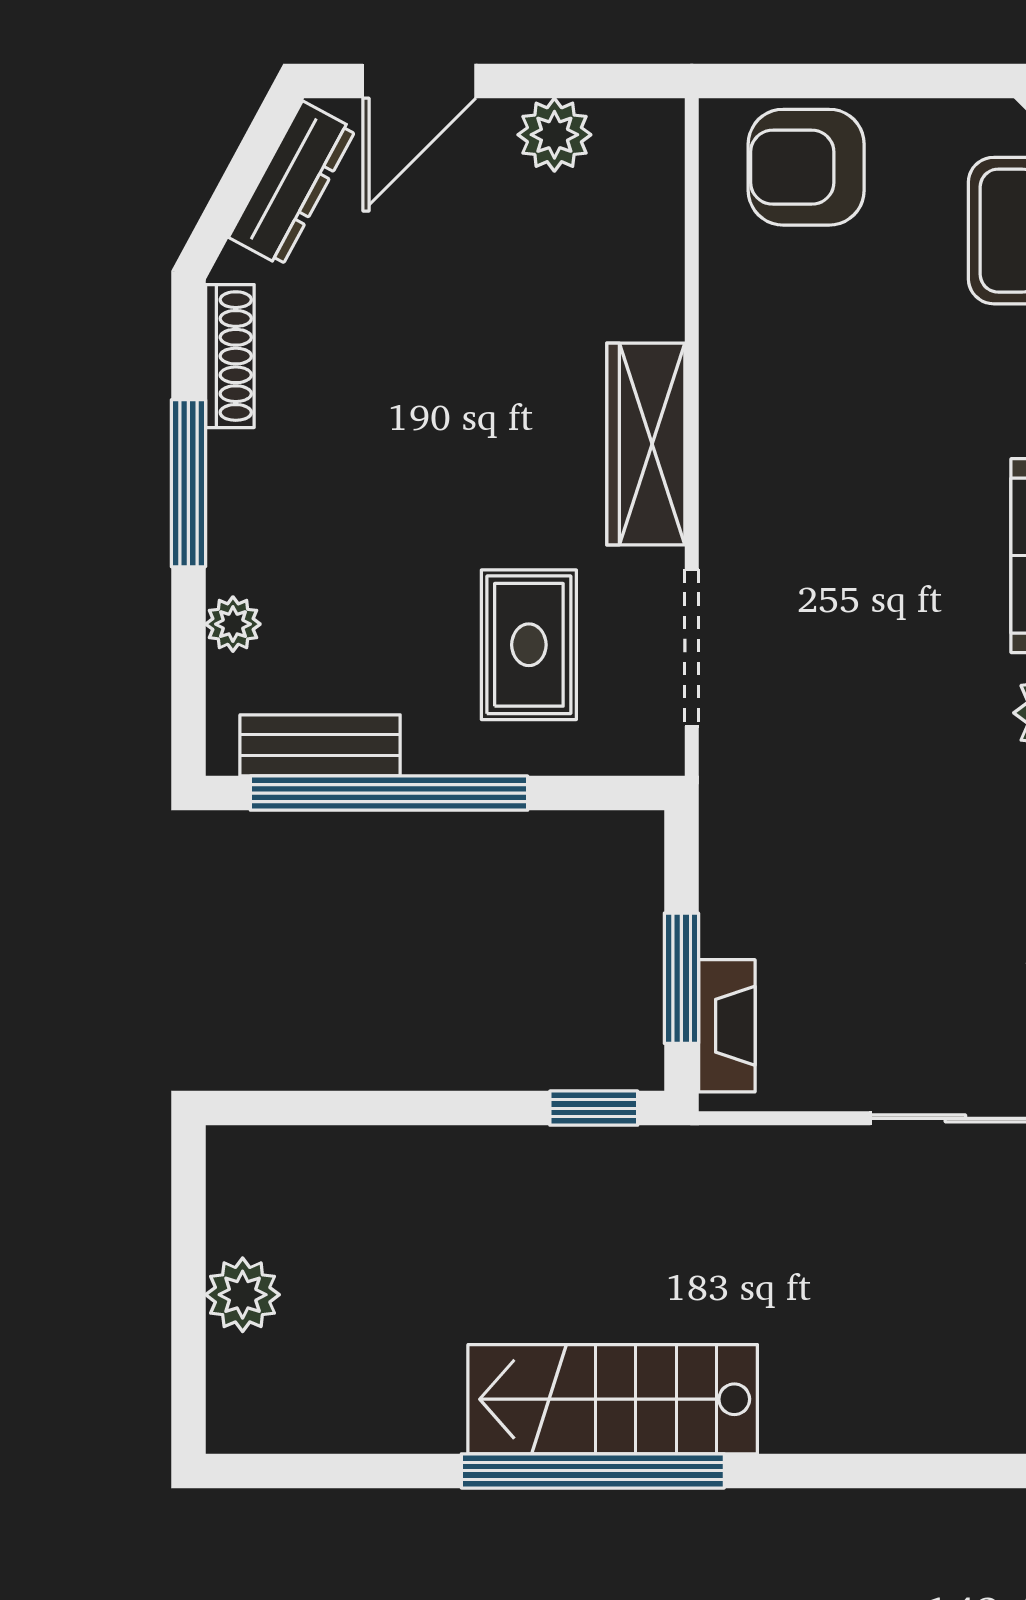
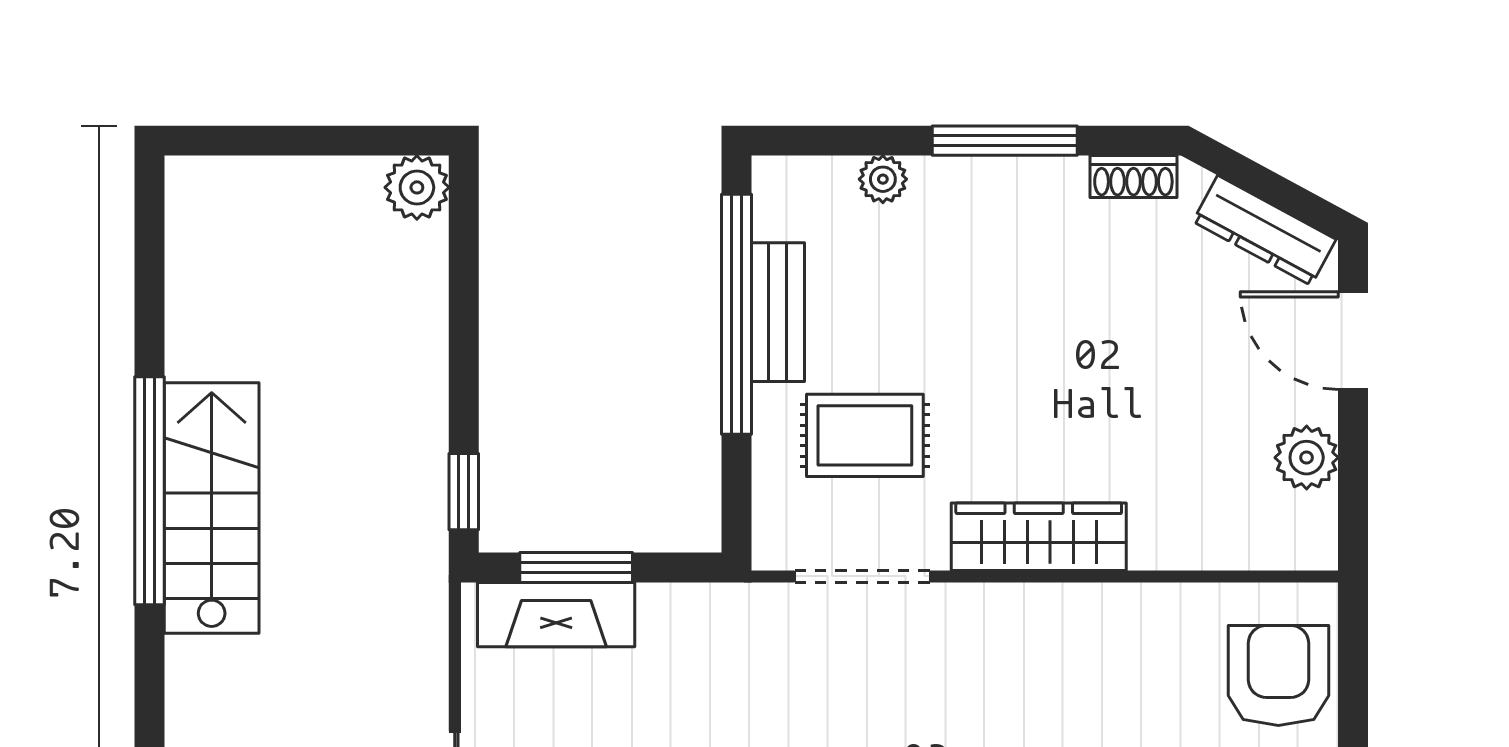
shoe rack: (230, 356) -> (1133, 177), width x0.70
bench: (320, 745) -> (778, 312), moved
fireplace: (727, 1026) -> (556, 615), width x1.37, depth x1.32
plant: (243, 1295) -> (417, 187), moved

